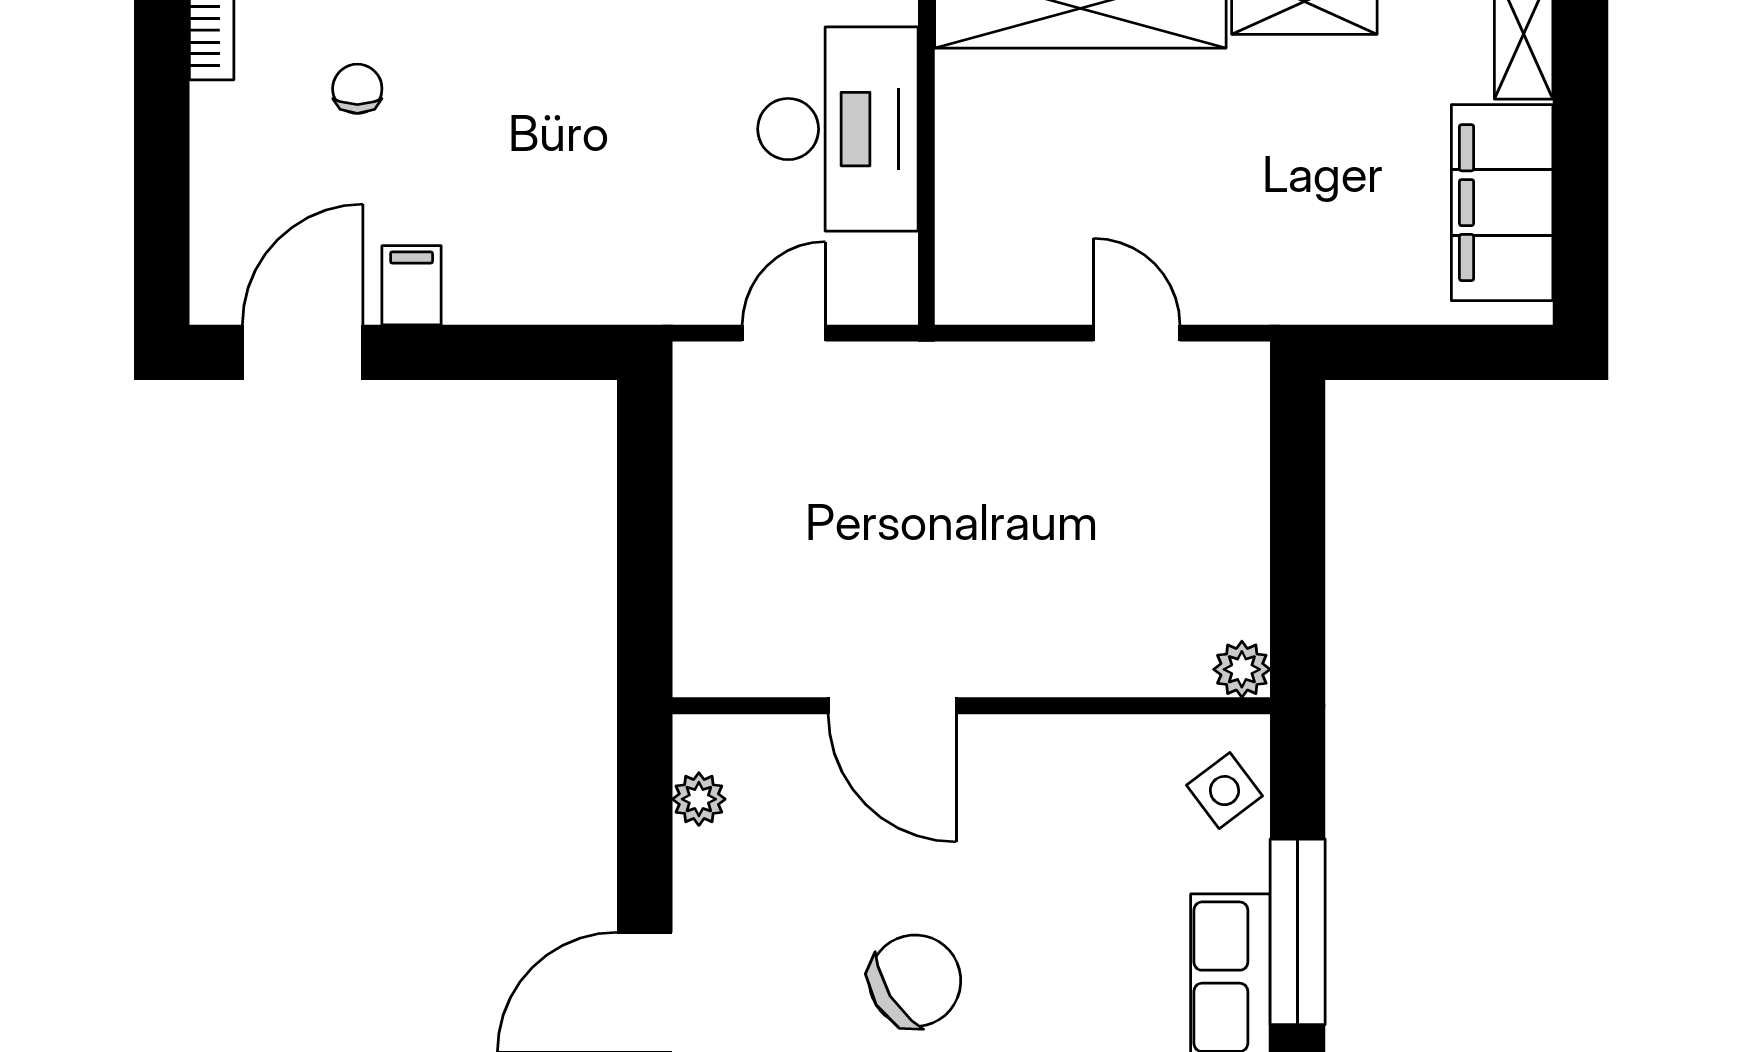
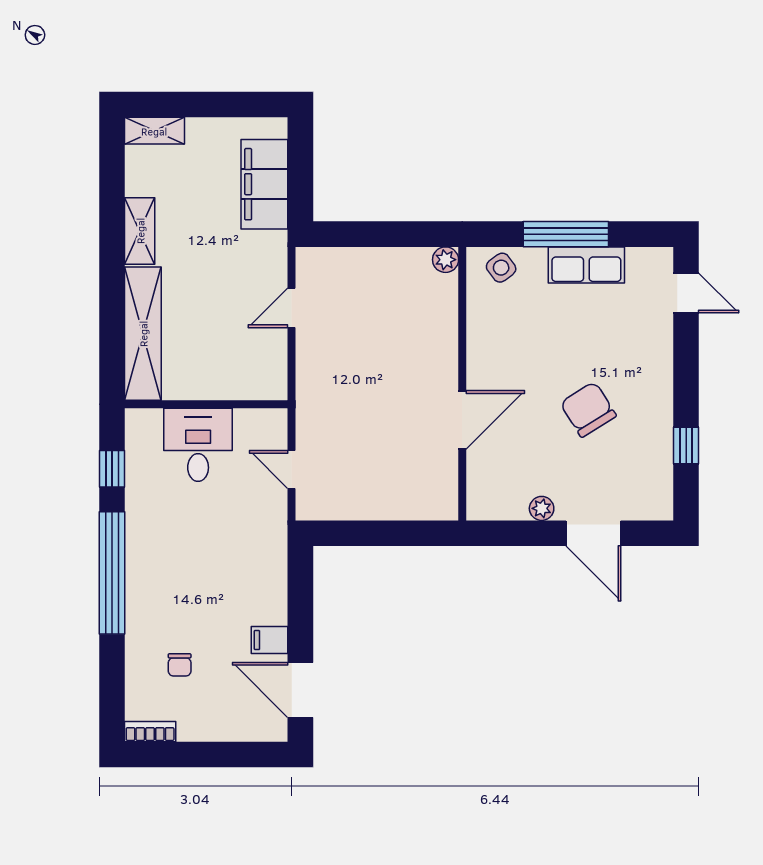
chair: (357, 89) -> (180, 665), turned -90
desk: (838, 129) -> (198, 445), width x0.73
filing cabinet: (1502, 203) -> (264, 184), moved, turned 90
plant: (699, 799) -> (542, 508), moved

